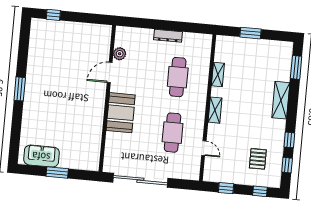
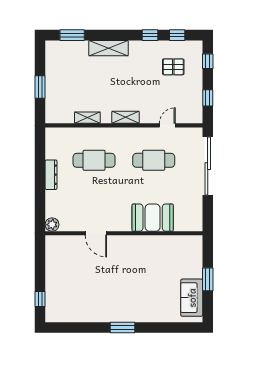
plant: (120, 54) -> (52, 225), moved
booth: (121, 113) -> (153, 218), moved
sliding door: (140, 180) -> (208, 166), moved

